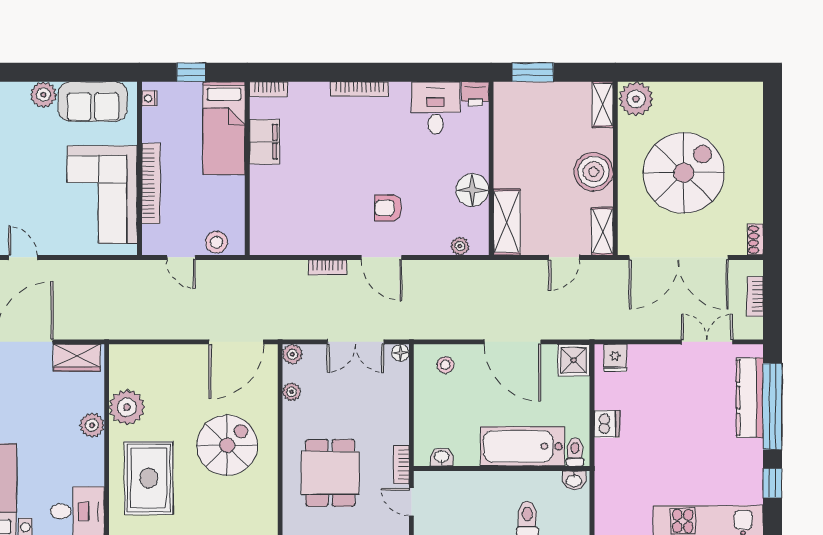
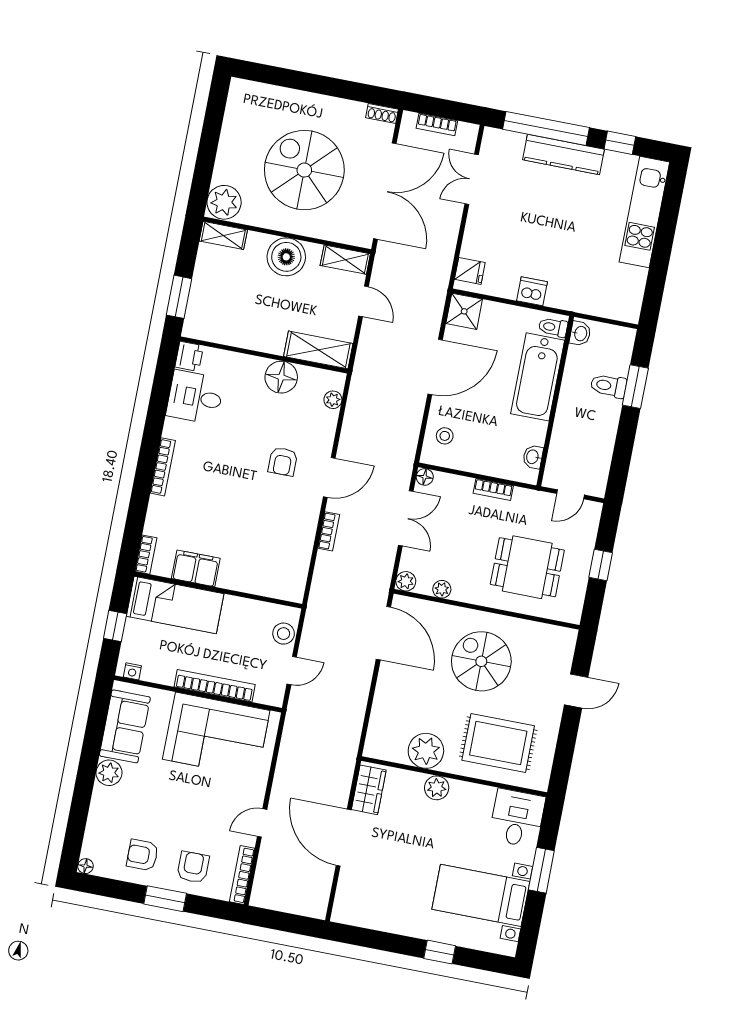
kitchen counter: (750, 398) -> (563, 154), moved
bookcase: (401, 465) -> (493, 489), moved

